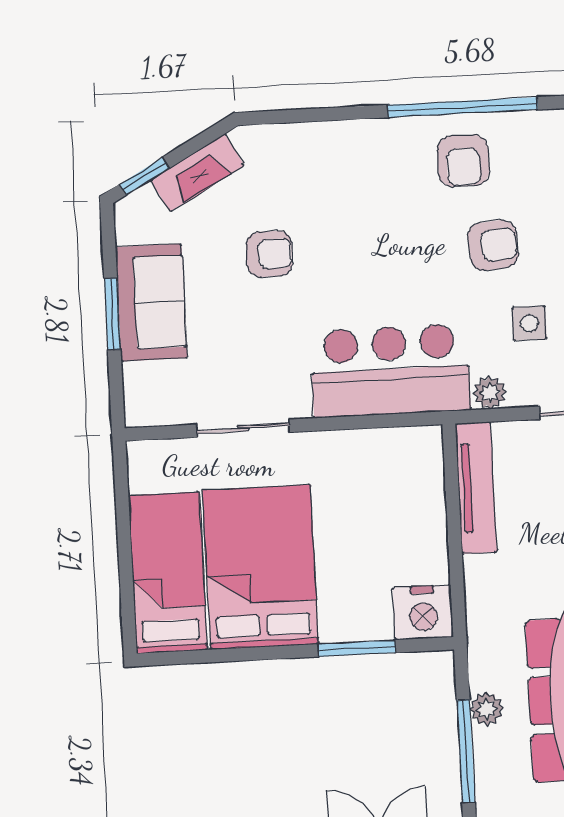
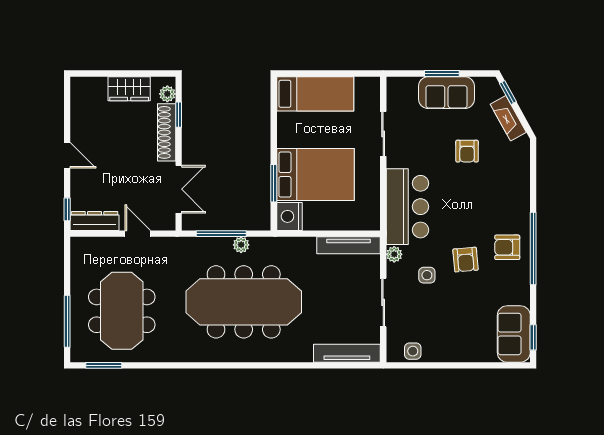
bed: (260, 567) -> (316, 175), moved

